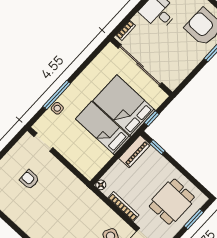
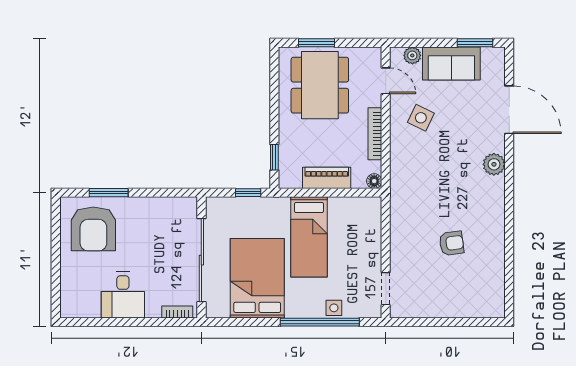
window: (57, 95) -> (320, 322), width x1.46
bed: (124, 106) -> (257, 278), moved, turned 180
piano: (135, 151) -> (327, 178), moved
armchair: (29, 180) -> (451, 243), moved, turned -98
dining table: (172, 202) -> (320, 85), width x1.38

